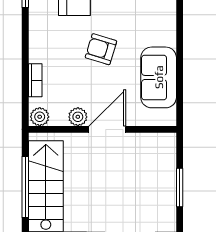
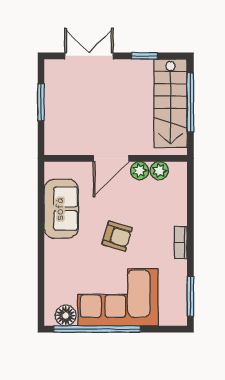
bookcase: (35, 80) -> (181, 242), moved
plant: (40, 117) -> (159, 171), moved

